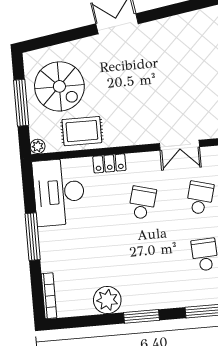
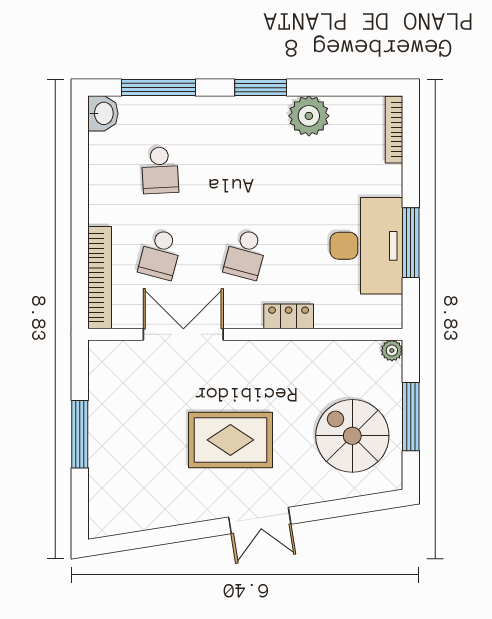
rug: (82, 131) -> (230, 440), moved, width x1.36, depth x1.43
double door: (179, 145) -> (183, 334), width x1.37
desk: (59, 192) -> (366, 246), moved
window: (33, 237) -> (411, 243), moved

